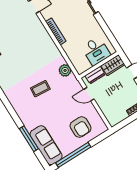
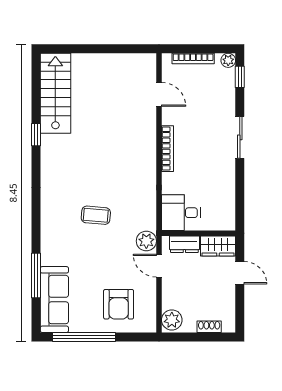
desk: (96, 51) -> (181, 213), moved, turned 90
plant: (65, 70) -> (146, 241), moved
plant: (113, 118) -> (172, 320), added

